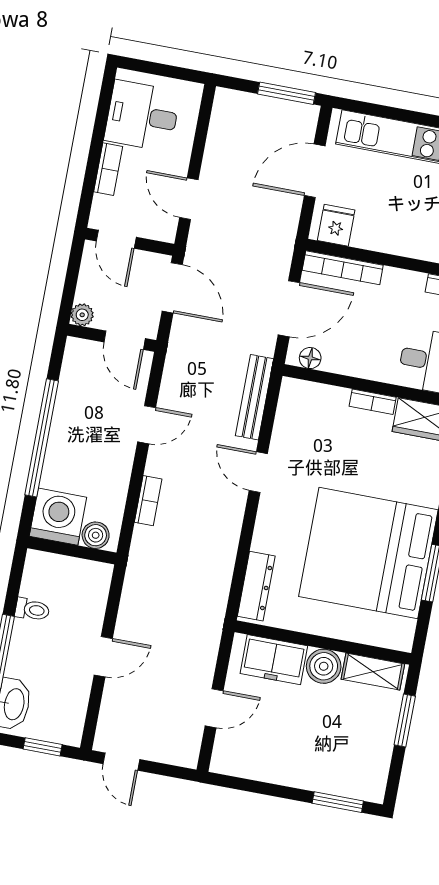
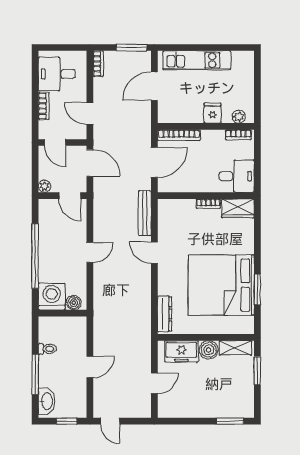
fridge: (336, 225) -> (213, 113), moved
floor lamp: (310, 358) -> (171, 187), removed
door: (147, 425) -> (90, 252), moved
bookcase: (148, 501) -> (98, 64), moved

